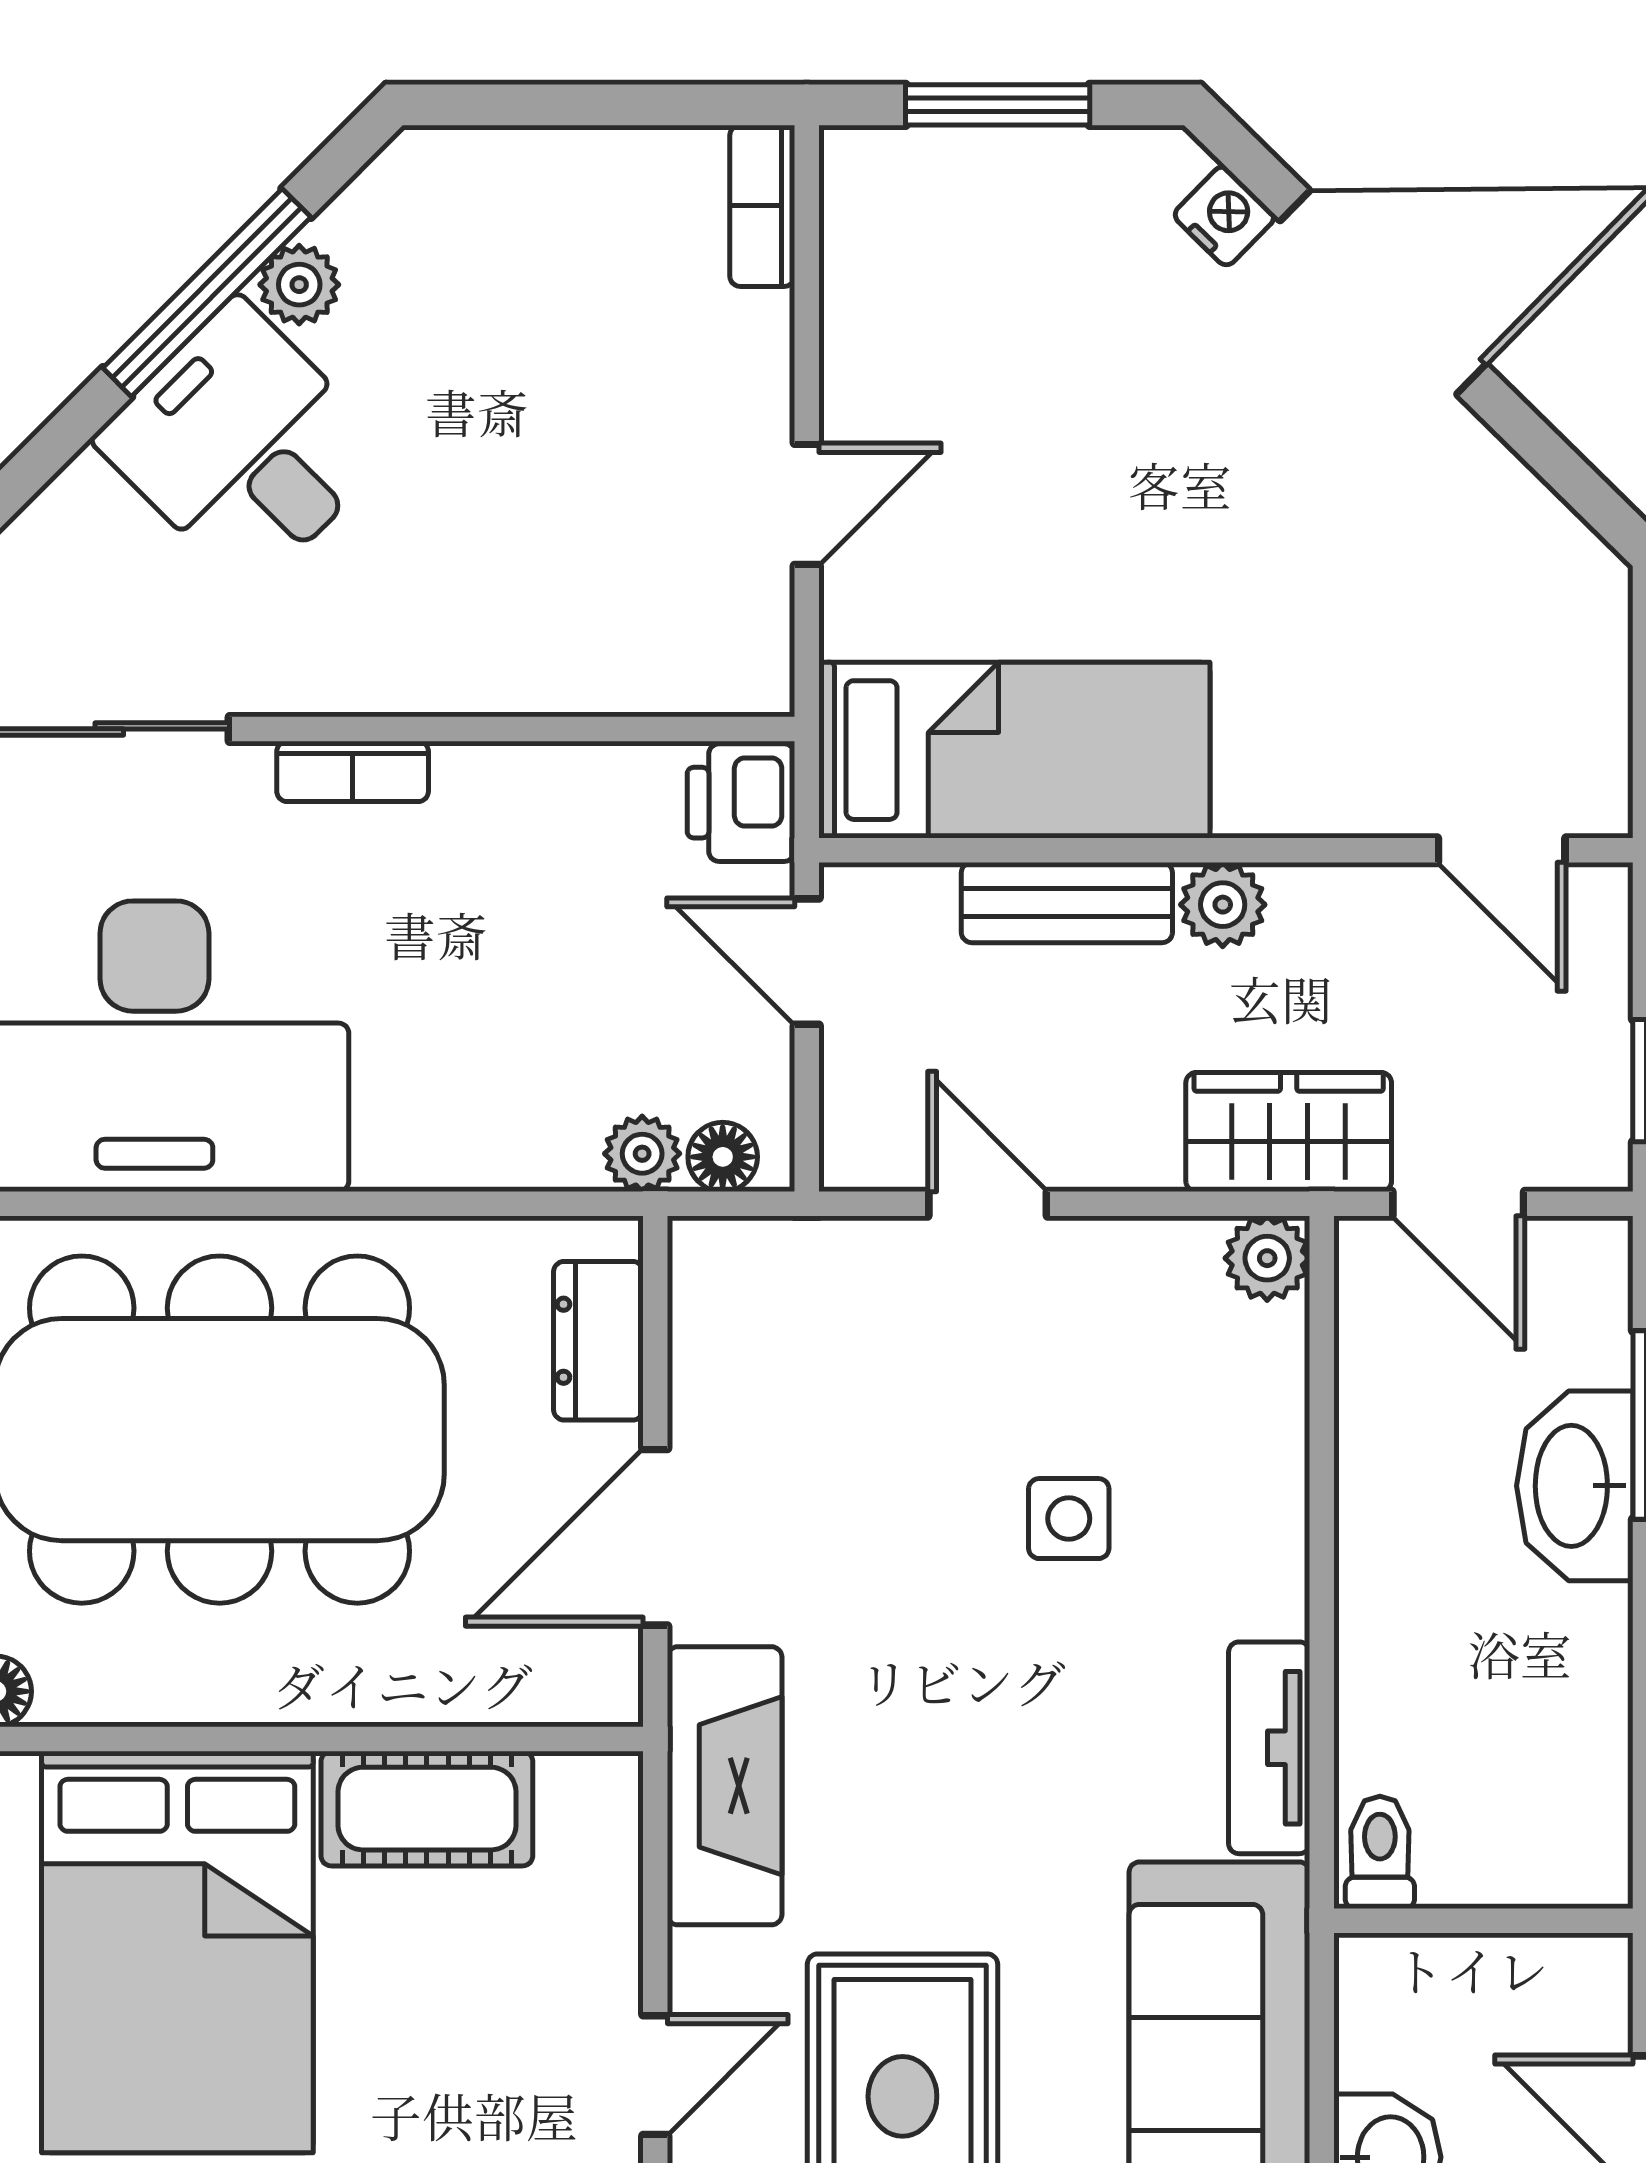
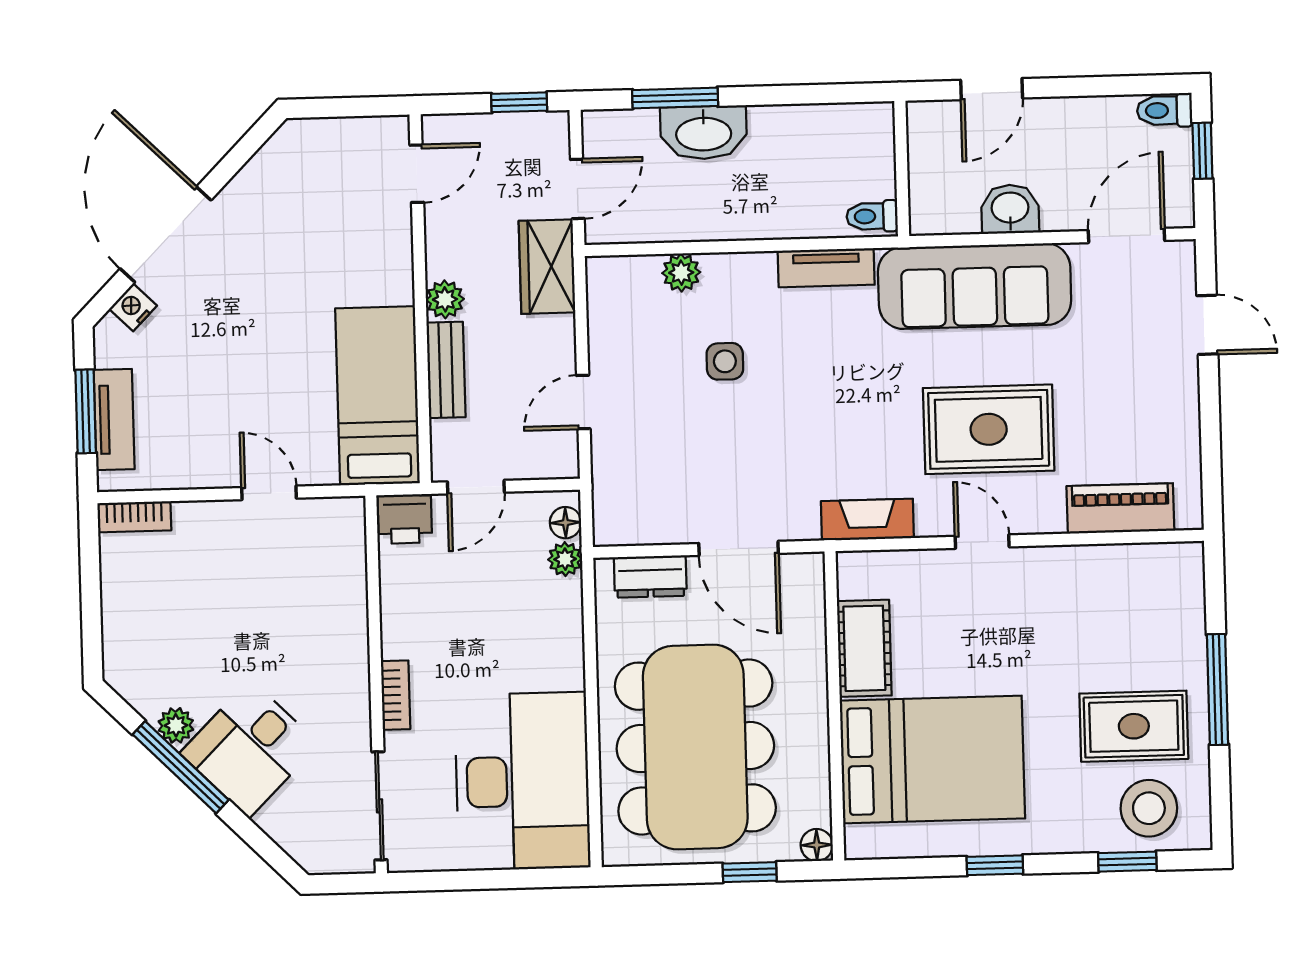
tv unit: (978, 167) -> (114, 419), added
plant: (1267, 1258) -> (681, 273), moved
fireplace: (725, 1786) -> (867, 520), width x0.73, depth x0.76

